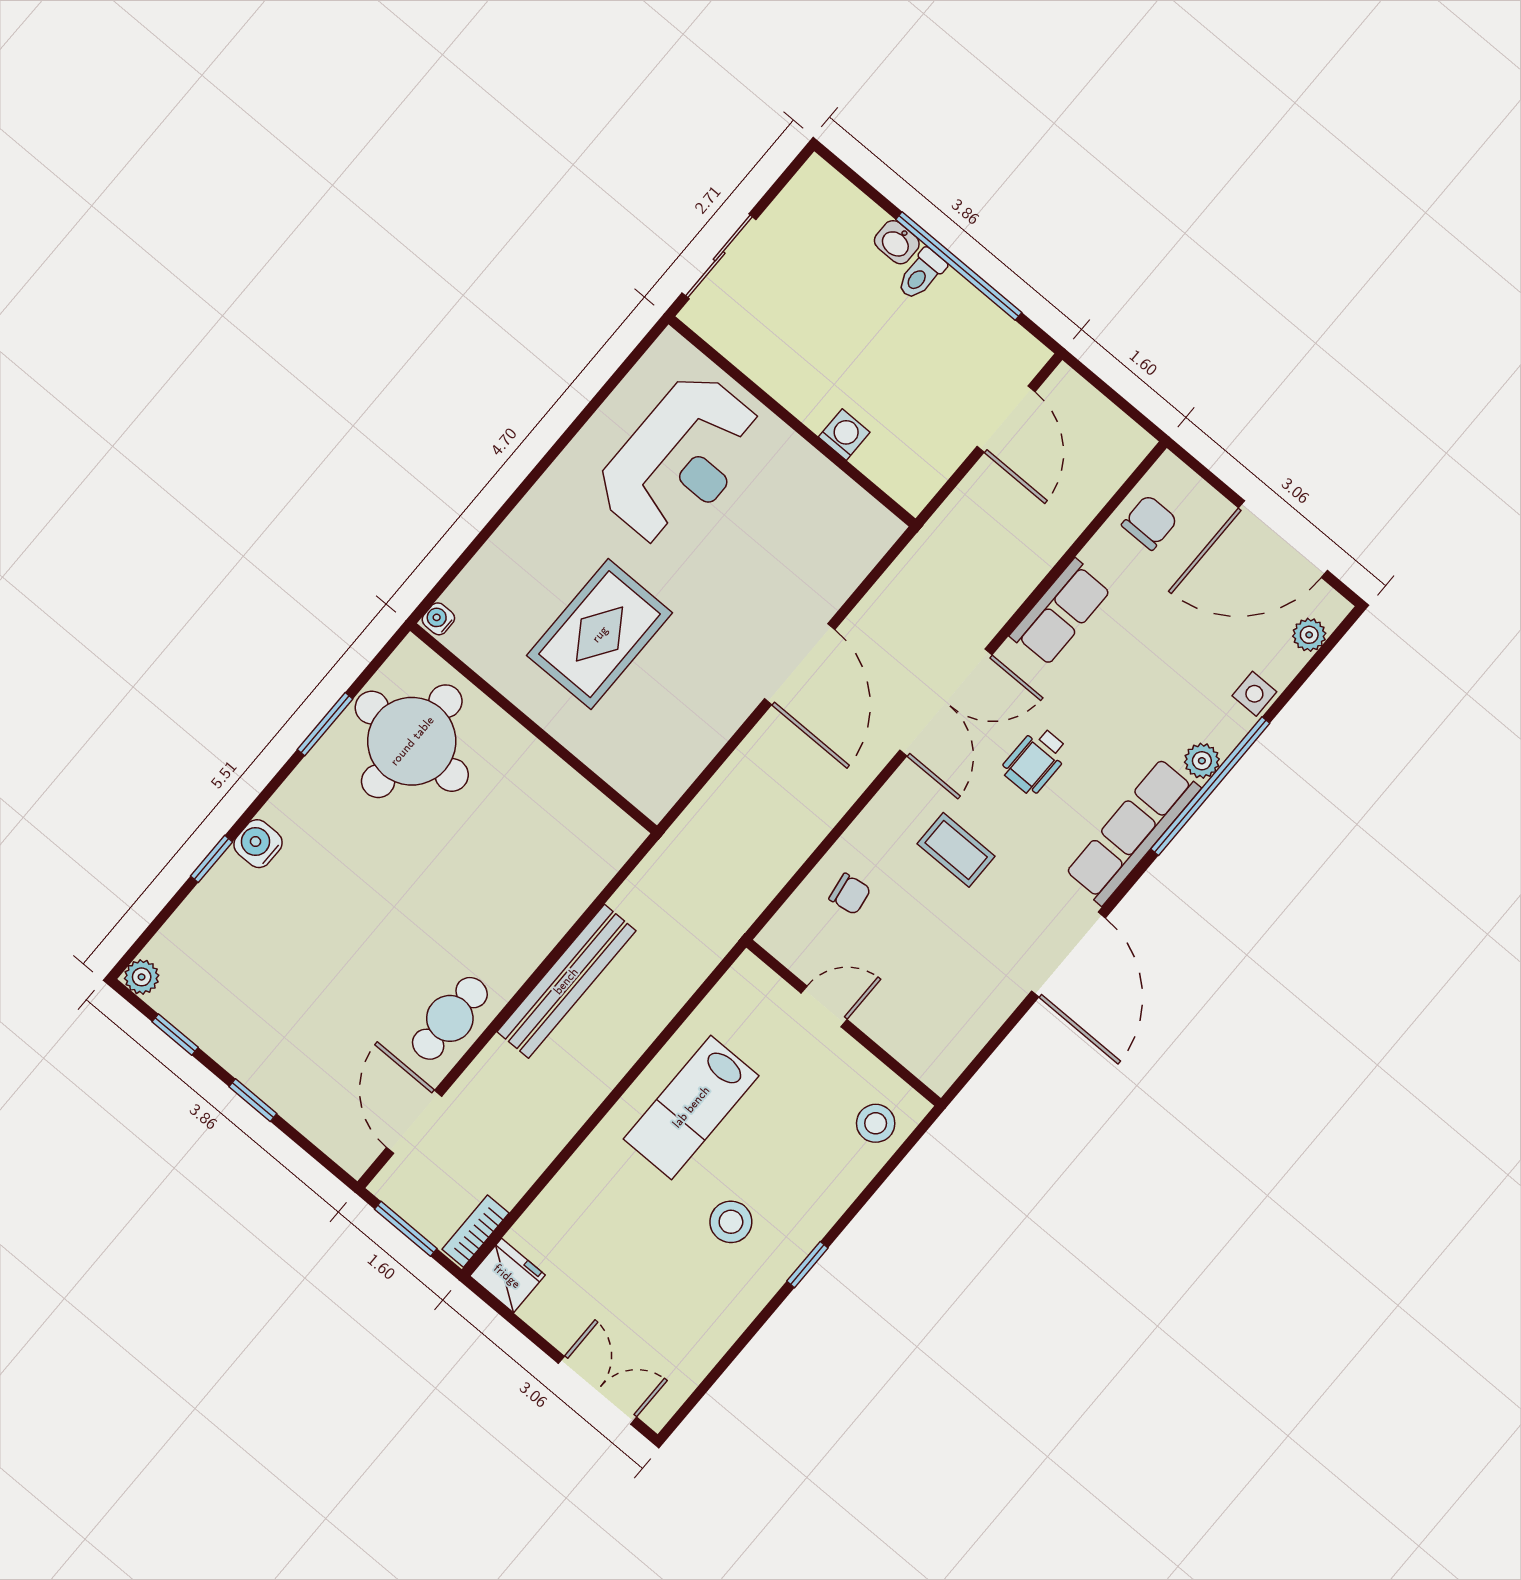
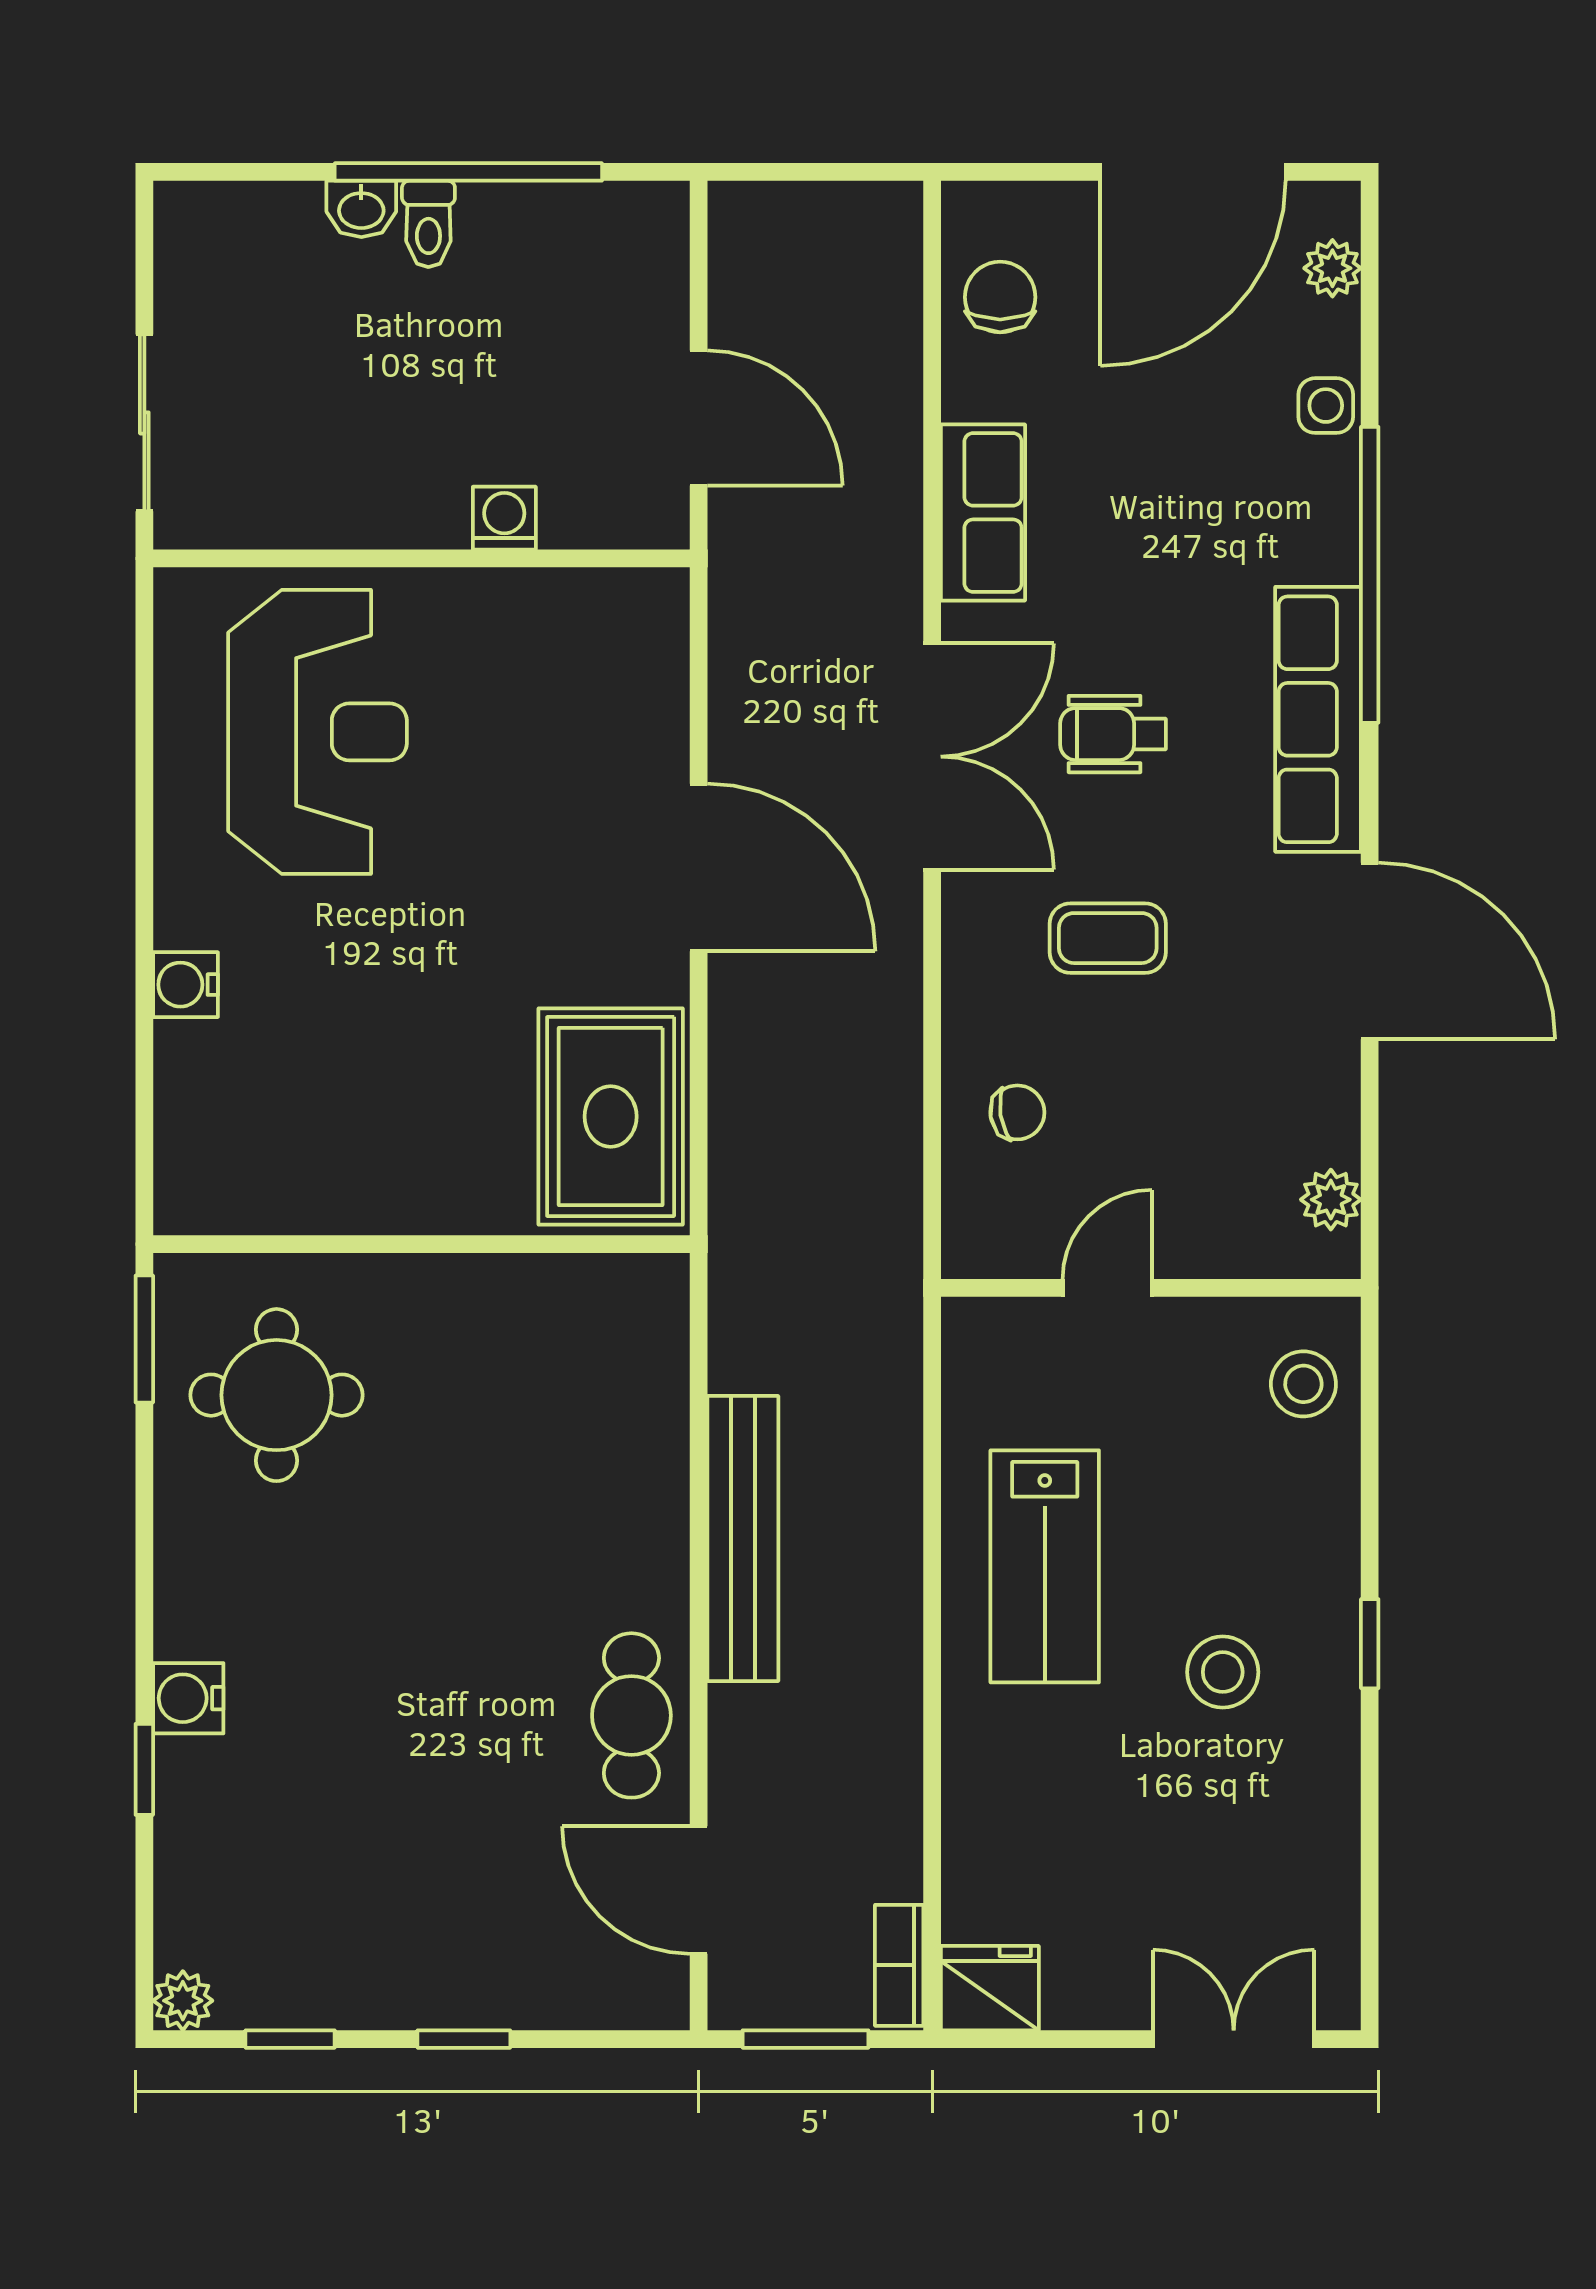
door: (1006, 419) -> (699, 418), moved
water cooler: (438, 619) -> (186, 985), moved, width x1.38, depth x1.38
rug: (600, 634) -> (611, 1116), moved
window: (325, 724) -> (144, 1339), moved
round table: (412, 741) -> (276, 1395), width x0.73, depth x0.73
wheelchair: (1035, 761) -> (1113, 734), turned 90
plant: (1202, 761) -> (1331, 1200), moved

